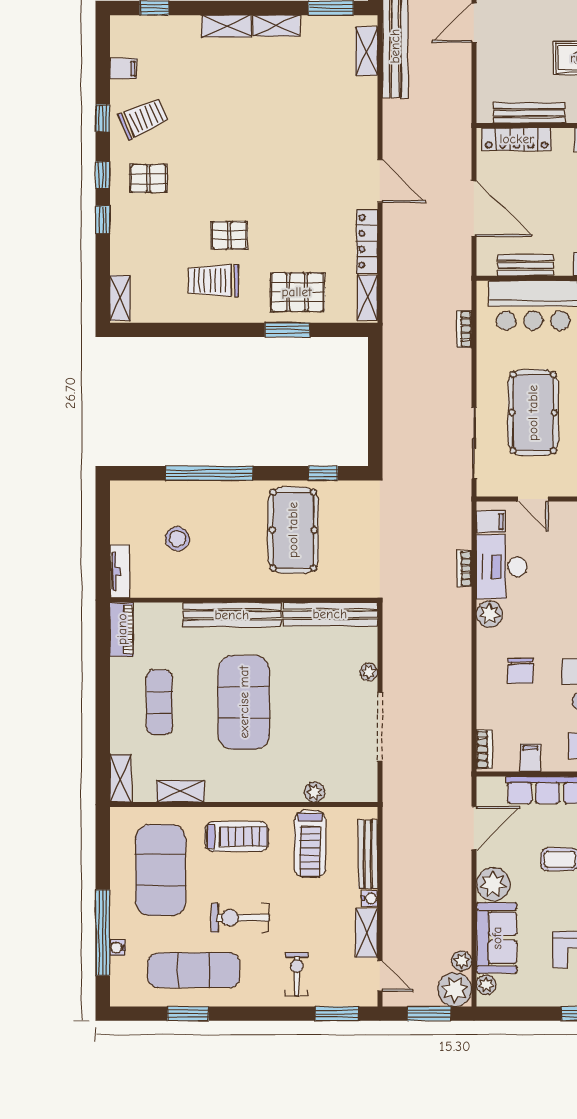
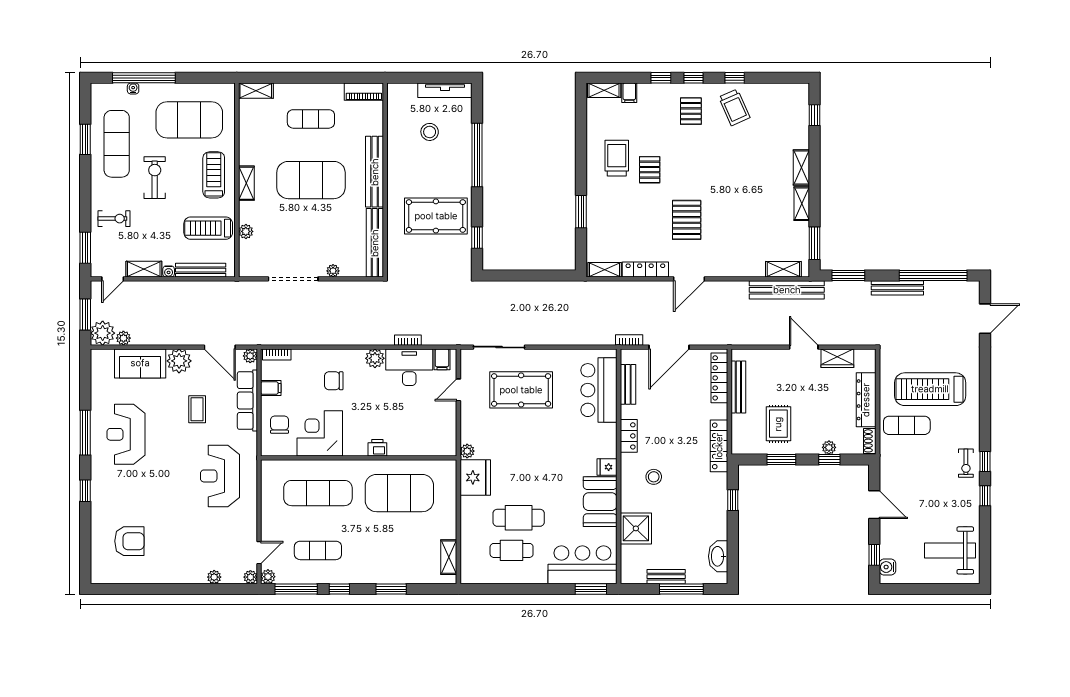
filing cabinet: (123, 69) -> (629, 93), moved
pallet: (297, 292) -> (687, 220), moved
bookcase: (464, 329) -> (629, 340), moved
tv unit: (120, 571) -> (445, 90), moved, width x1.41
shelving: (180, 791) -> (246, 183), moved
treadmill: (237, 836) -> (214, 175), turned 180
plant: (486, 985) -> (250, 356), moved

